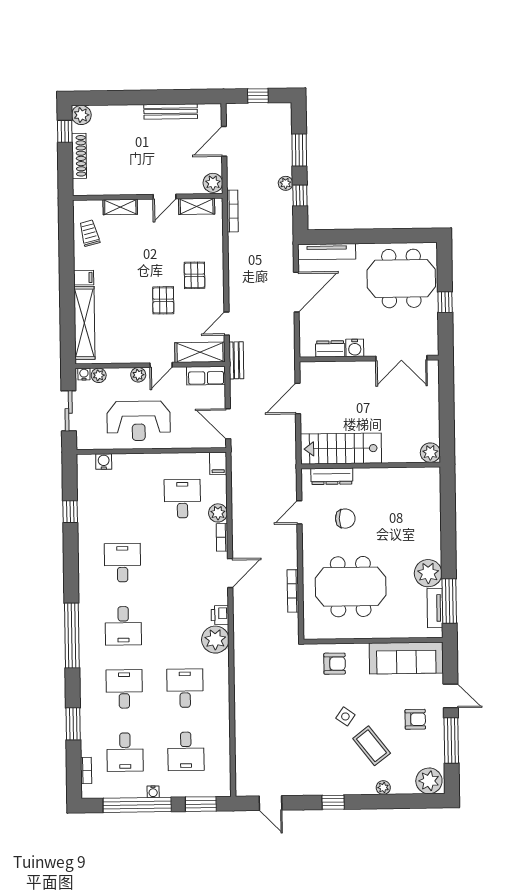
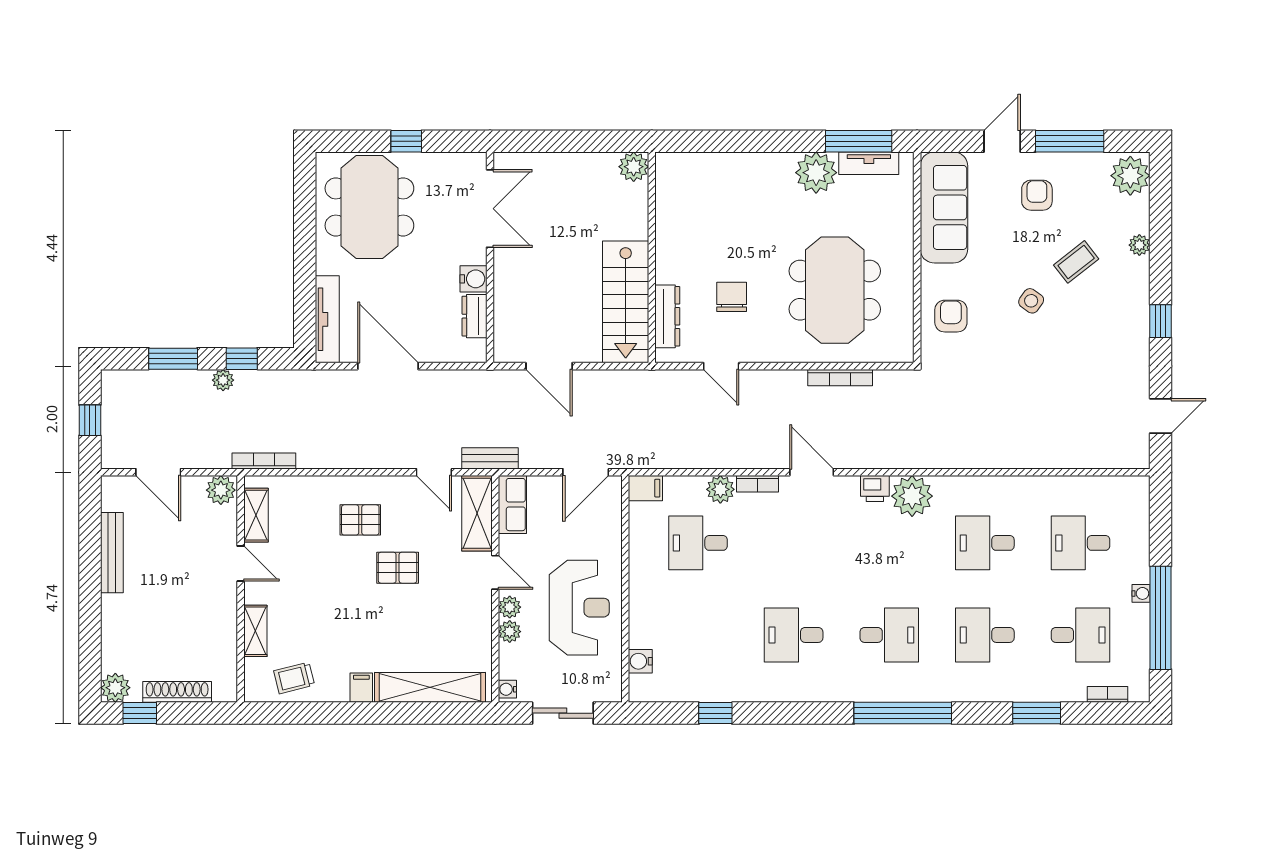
plant: (99, 375) -> (510, 632), moved
coffee table: (372, 746) -> (1076, 262), width x0.73, depth x0.77
desk: (186, 751) -> (1080, 543), turned 180
window: (201, 804) -> (1161, 522), removed

